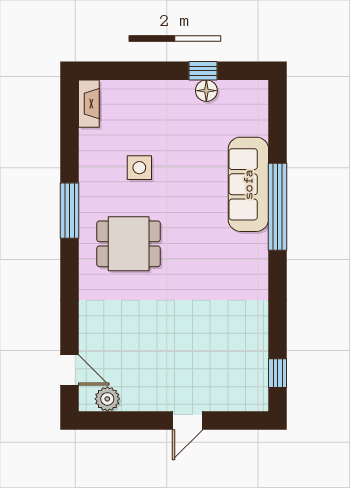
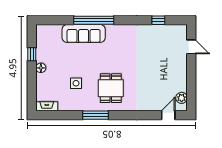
floor lamp: (206, 91) -> (41, 68), moved
window: (278, 373) -> (158, 20), moved
door: (188, 420) -> (191, 47), moved

